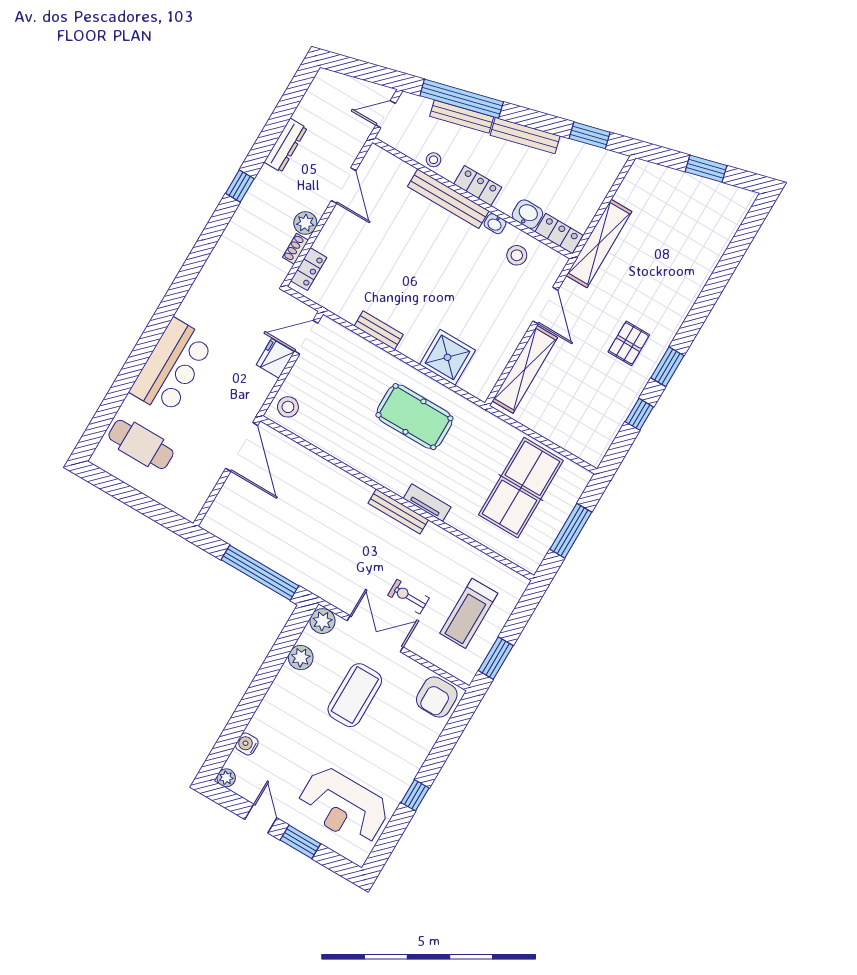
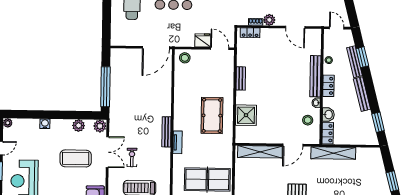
window: (462, 99) -> (362, 57), width x0.47
door: (344, 186) -> (295, 27), hinge flipped
water cooler: (247, 744) -> (45, 124), moved

